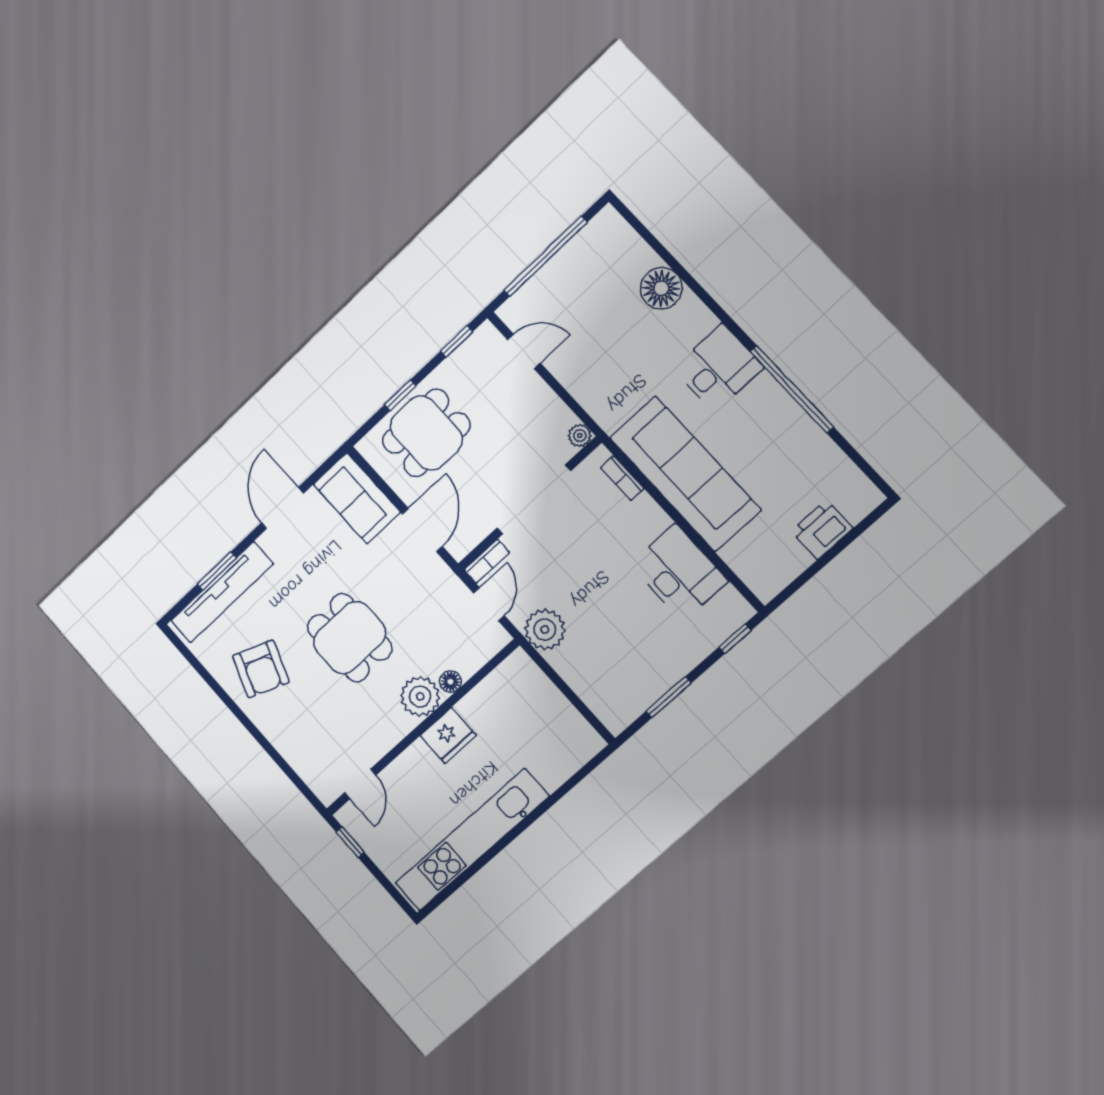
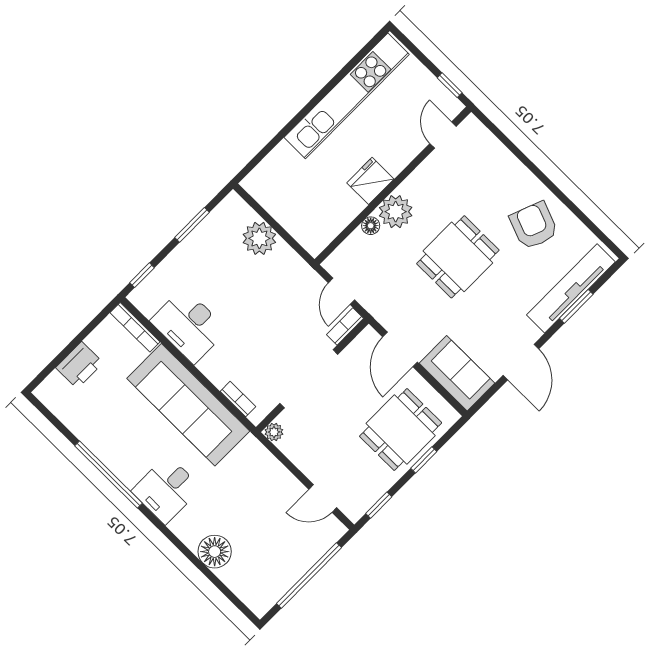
bookcase: (747, 574) -> (135, 327), added
plant: (545, 630) -> (259, 238), moved
dining table: (350, 638) -> (458, 257), turned 90

